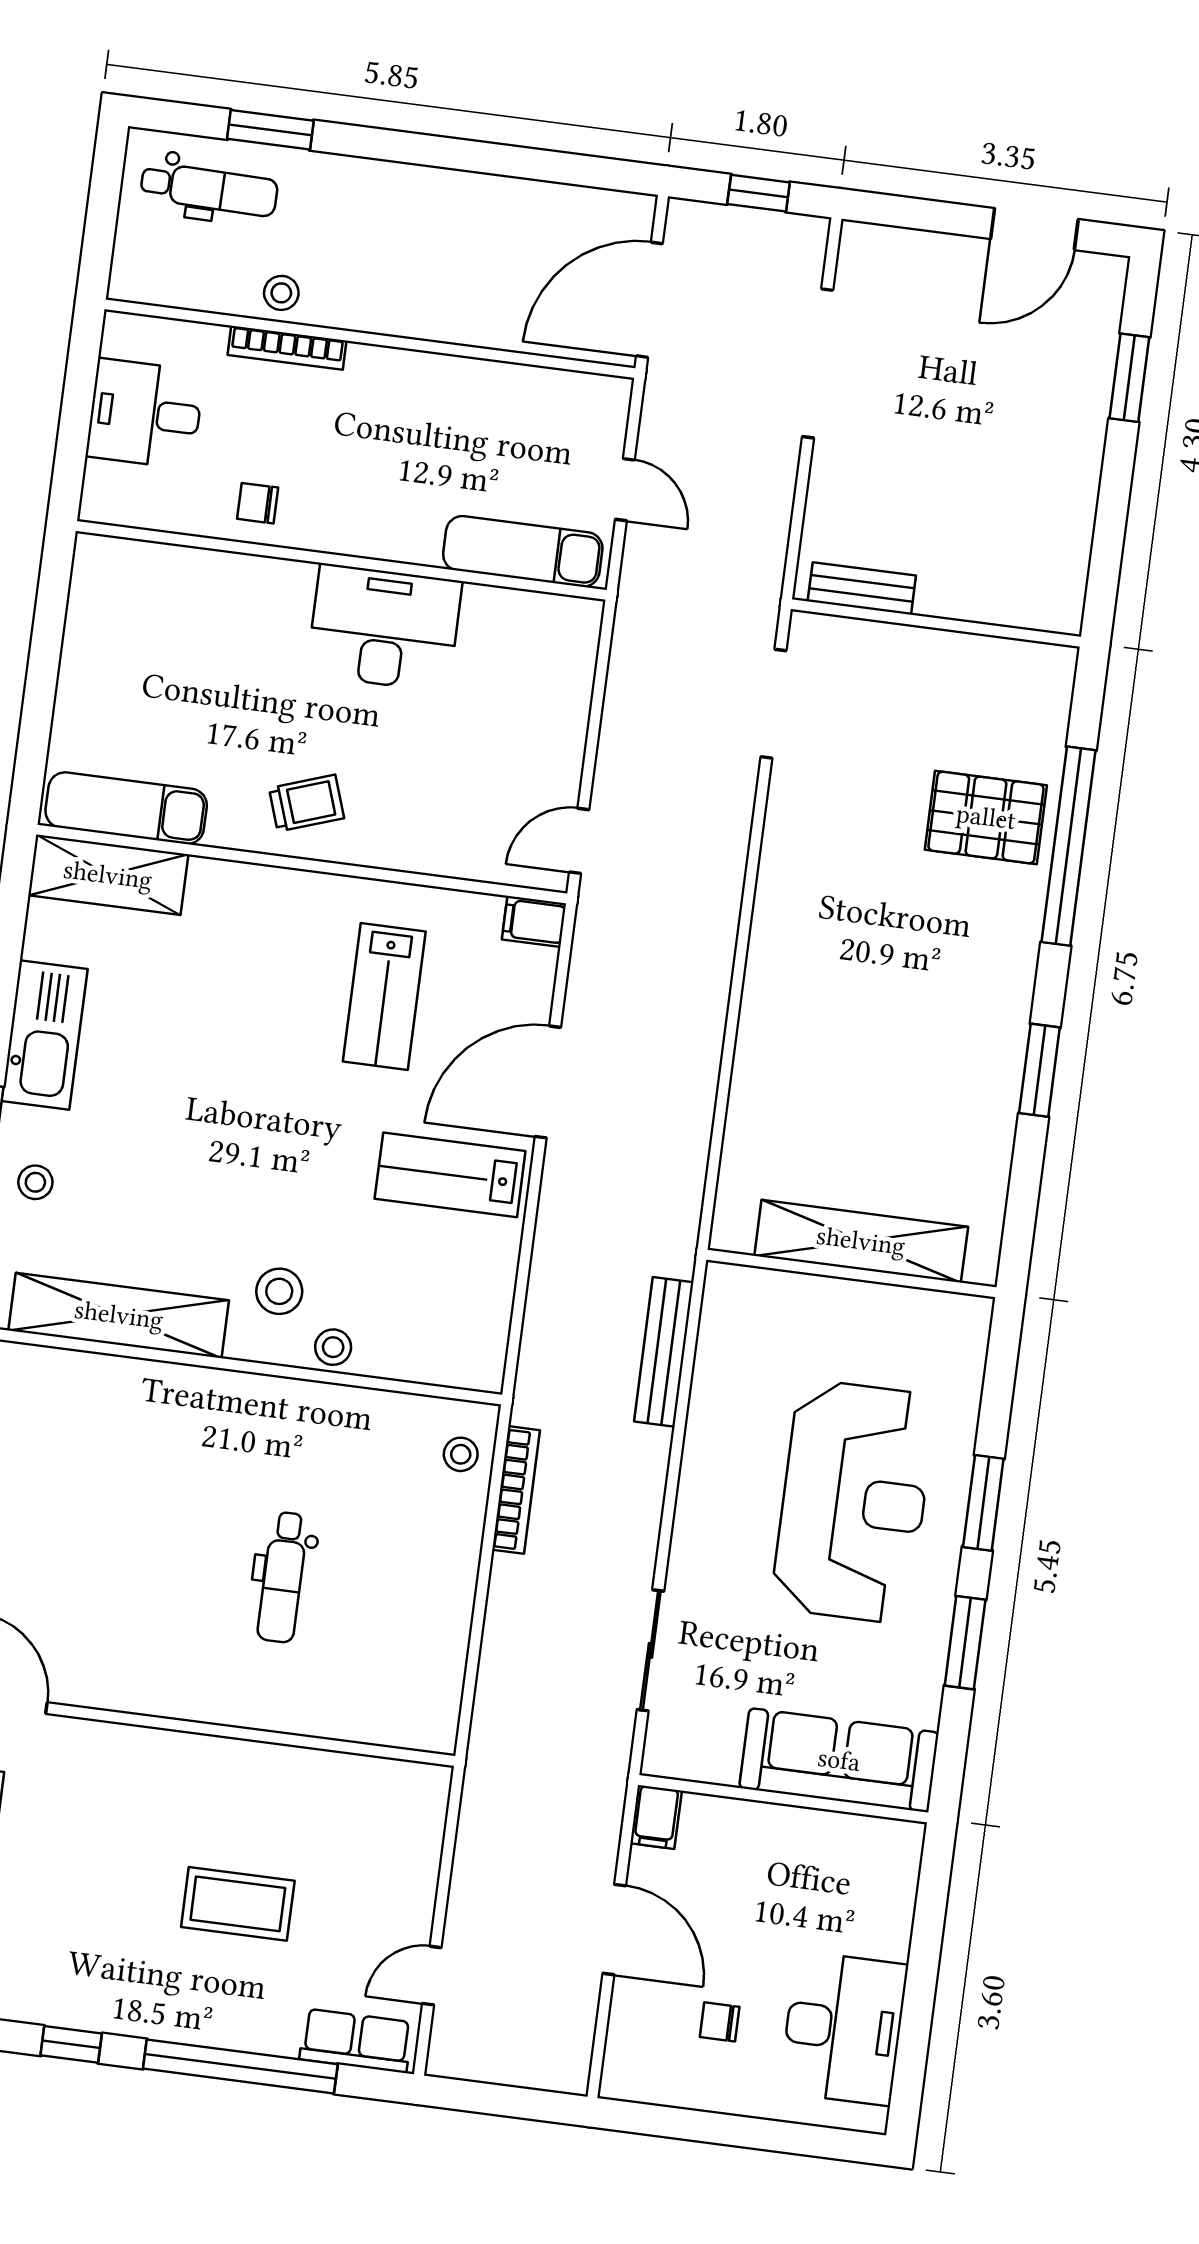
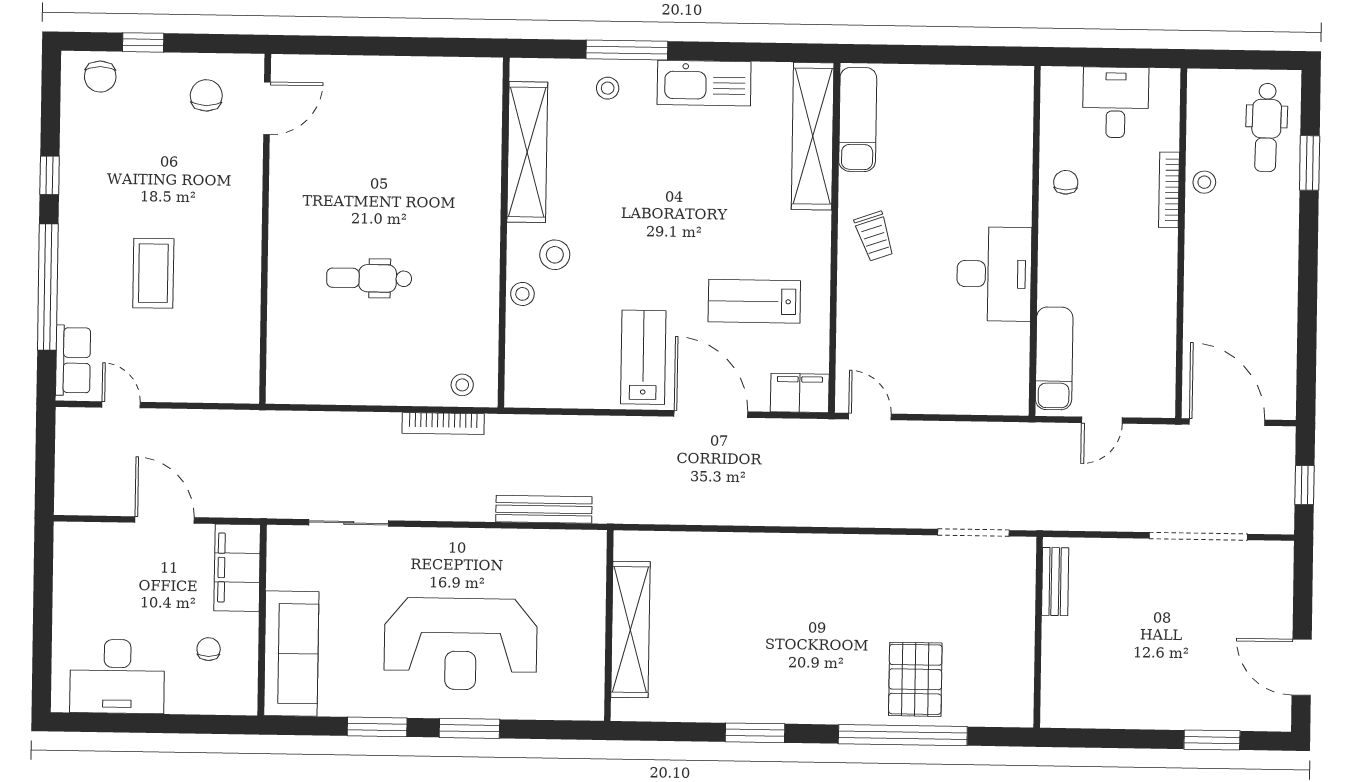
shelving: (108, 875) -> (813, 136), width x1.47
filing cabinet: (534, 921) -> (800, 393), width x2.00
filing cabinet: (656, 1817) -> (237, 568), width x3.00, depth x1.17
door: (614, 1929) -> (165, 520), swing flipped
chair: (720, 2022) -> (209, 649), moved

